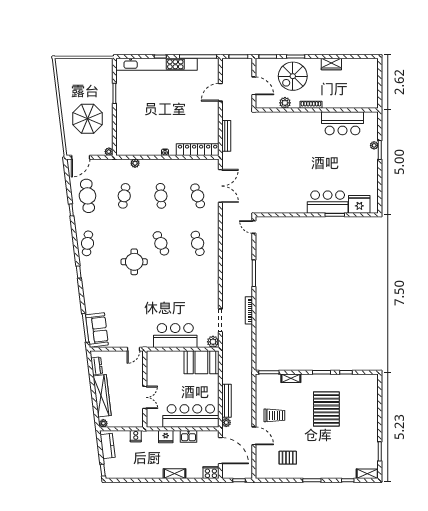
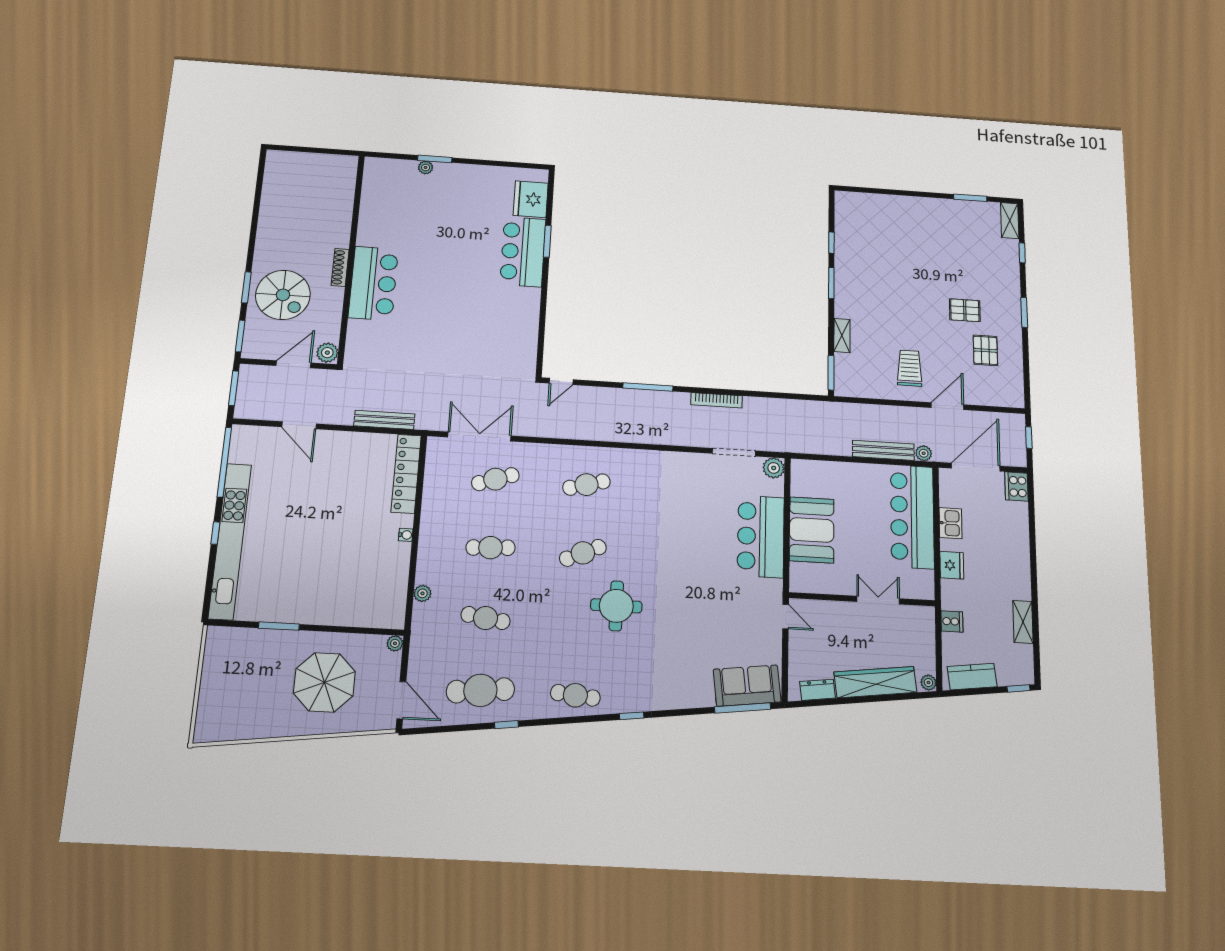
wardrobe: (331, 64) -> (268, 228), removed
plant: (285, 103) -> (327, 353), moved
bar counter: (342, 123) -> (373, 283), moved
booth: (201, 362) -> (812, 530), moved
pallet: (326, 409) -> (965, 310), moved, width x0.49, depth x0.50
shelving: (175, 474) -> (1023, 622), moved

